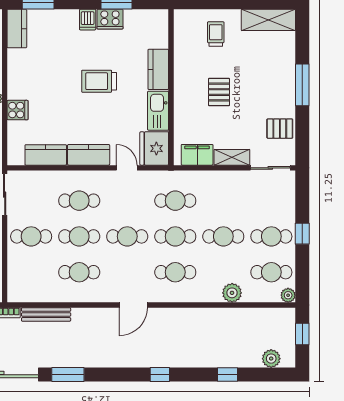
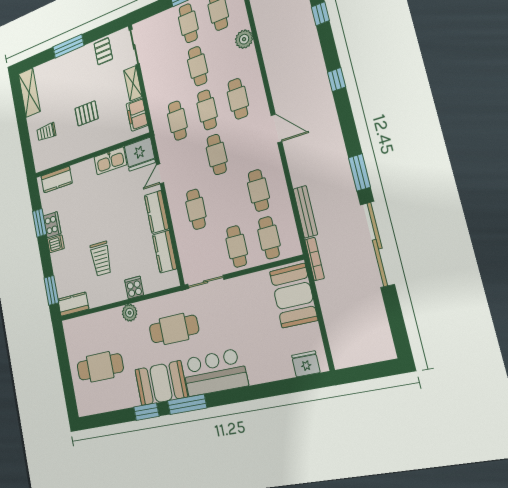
kitchen counter: (158, 69) -> (57, 180), moved
trolley: (99, 81) -> (101, 259), moved
cafe table: (79, 236) -> (269, 238), moved

